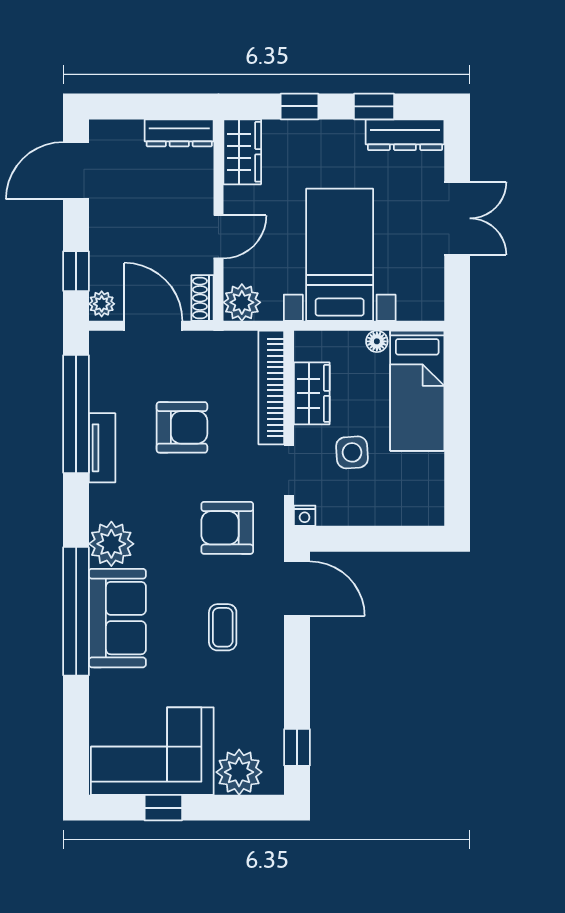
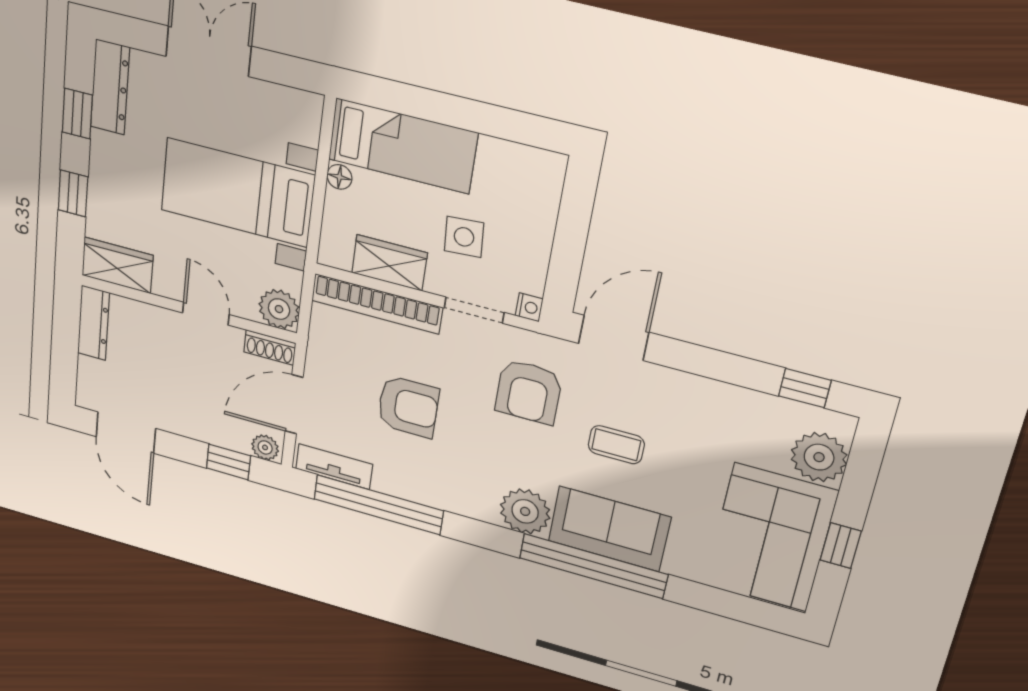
armchair: (182, 427) -> (408, 407), turned 90
tv unit: (102, 448) -> (334, 467), moved
coffee table: (223, 627) -> (616, 445), moved

